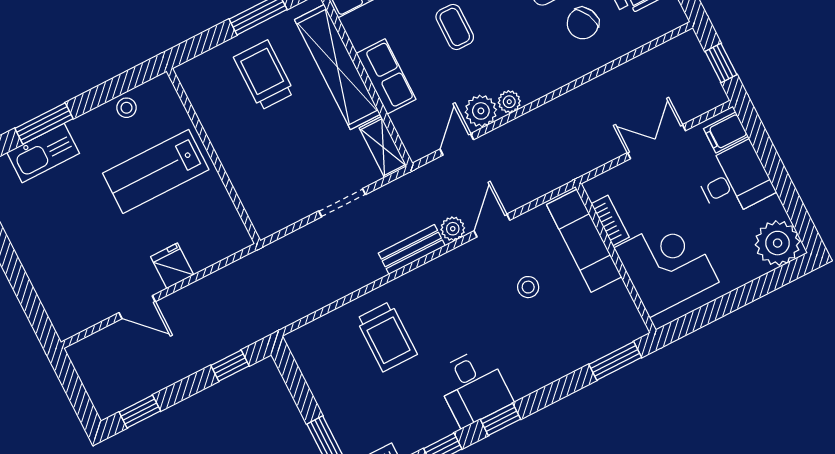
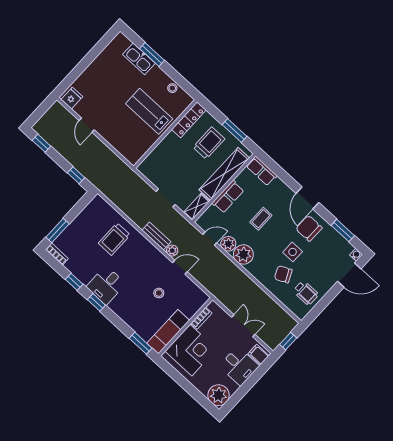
locker: (202, 98) -> (189, 120), added
plant: (509, 102) -> (243, 254), width x1.88, depth x1.88
exam couch: (584, 241) -> (168, 332), moved
fridge: (172, 266) -> (72, 98), moved

